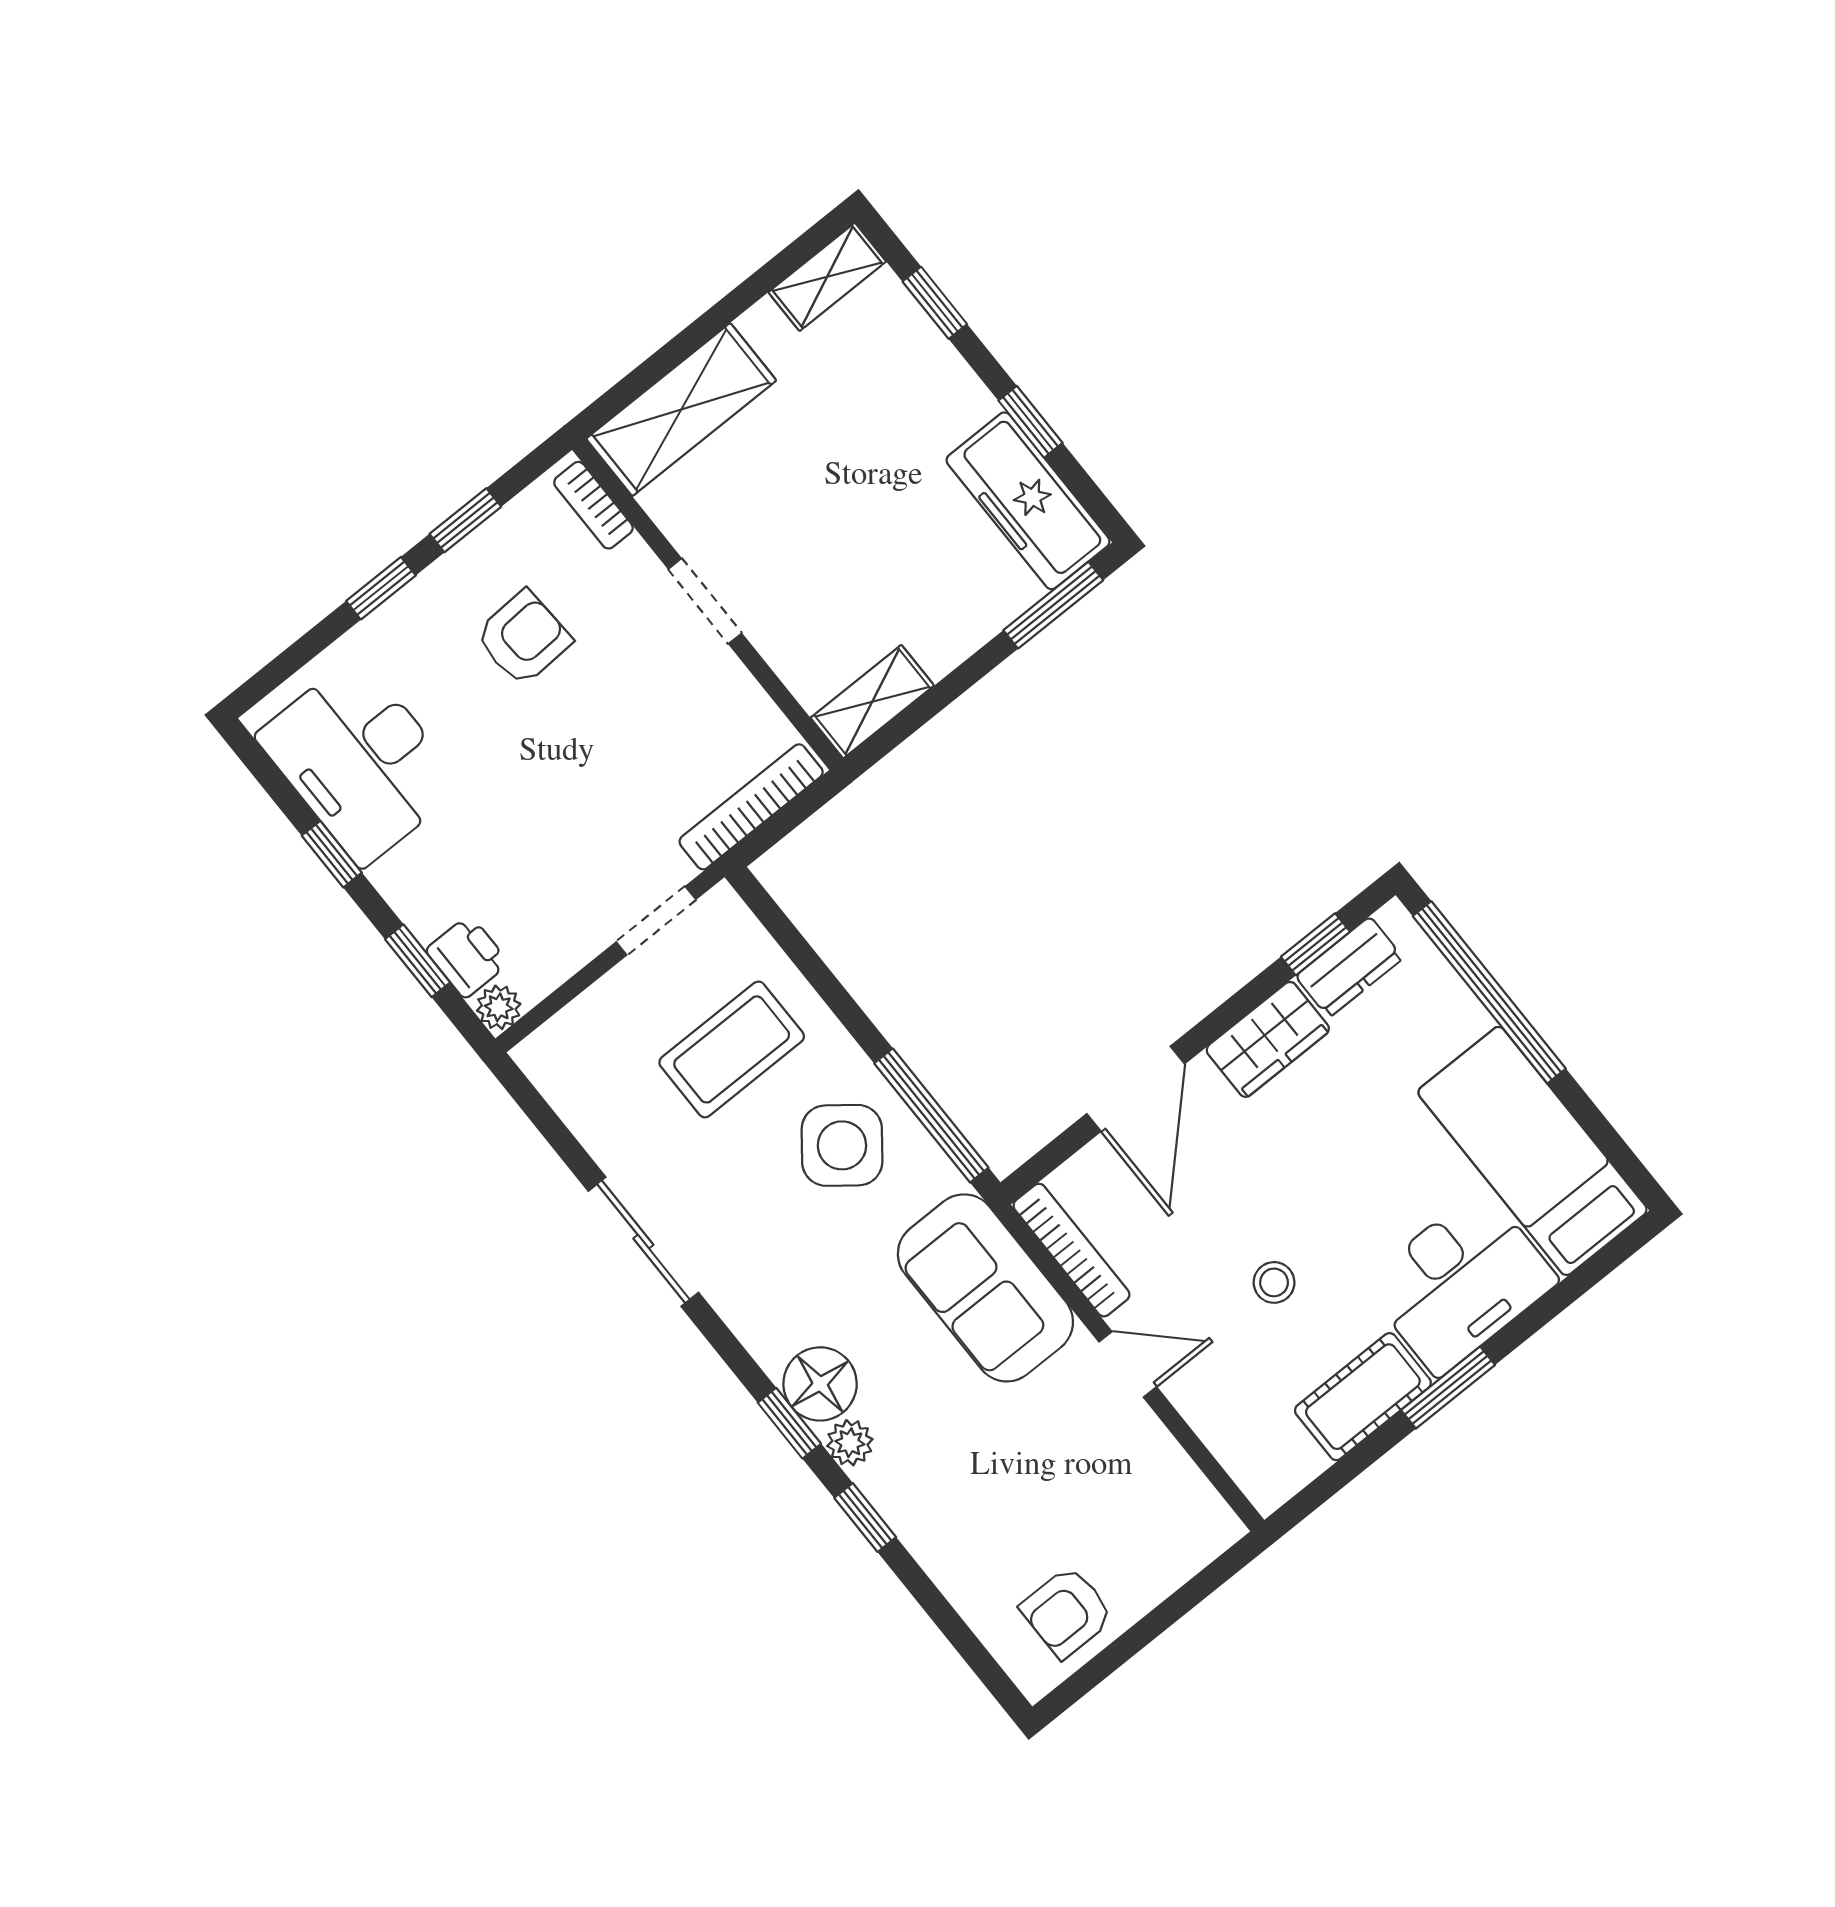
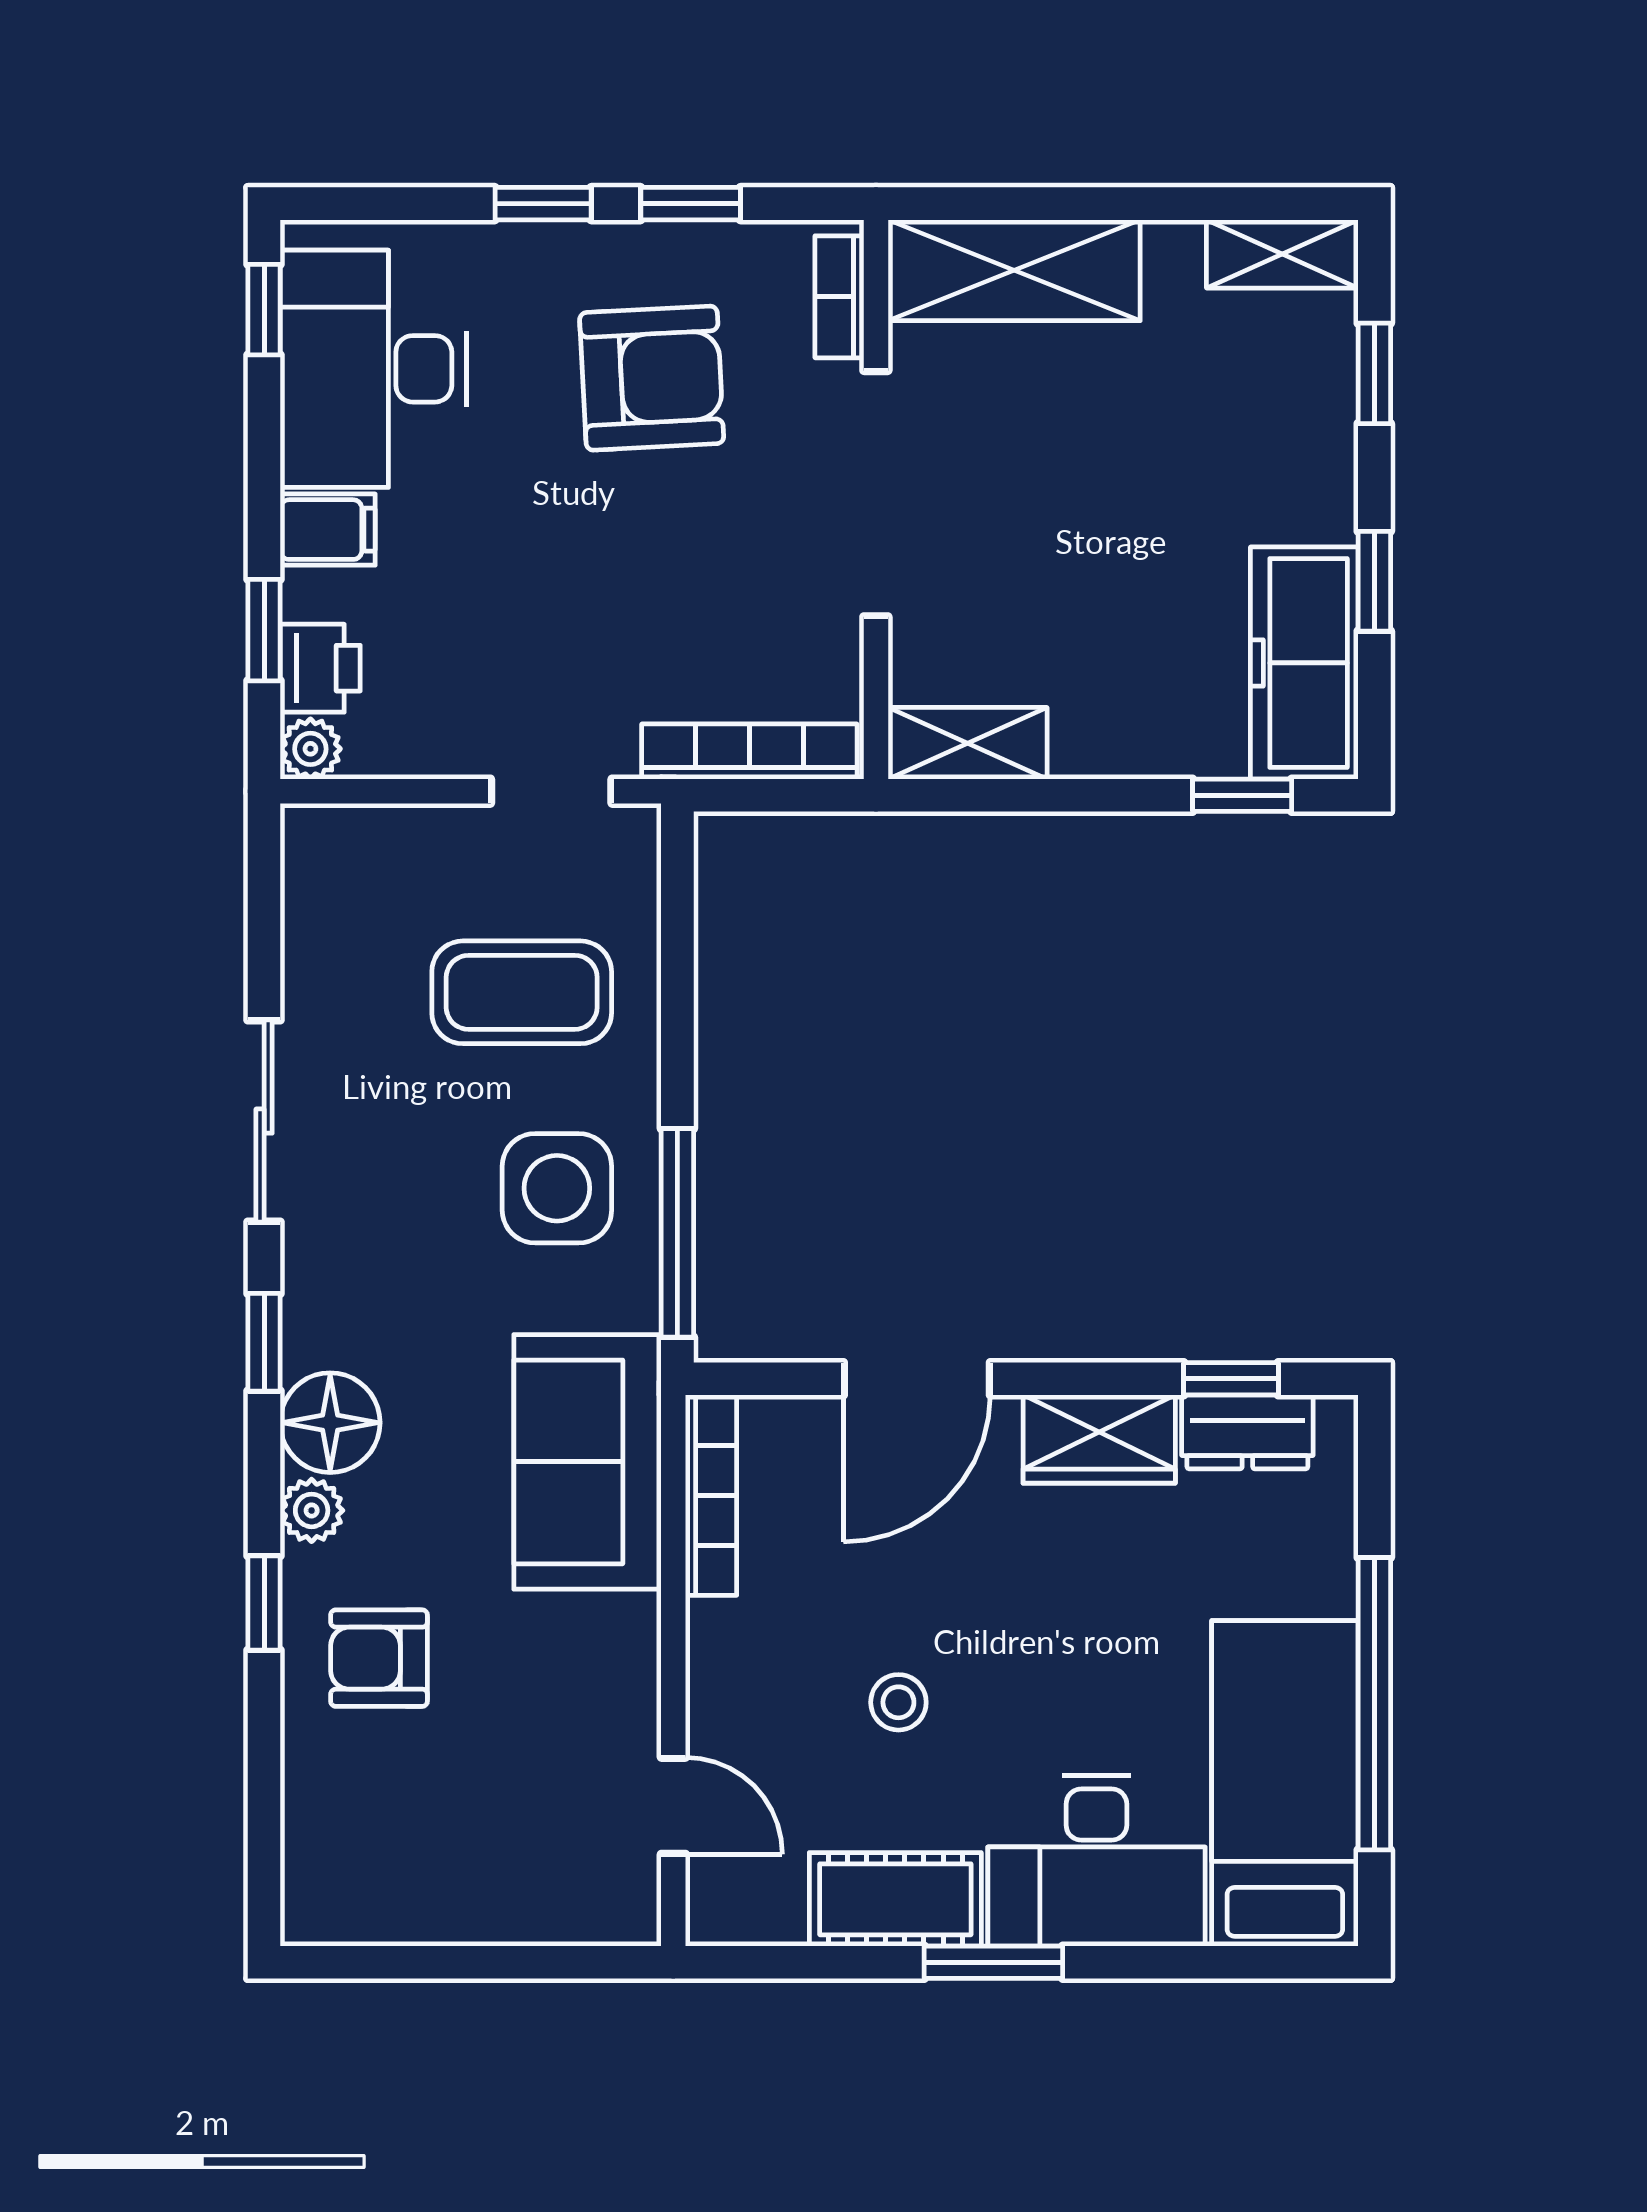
doorway: (705, 601) -> (876, 494), width x1.87
window: (1053, 605) -> (1242, 795), width x0.67
armchair: (523, 638) -> (652, 378), width x1.38, depth x1.38
window: (332, 854) -> (264, 310), moved
filing cabinet: (408, 874) -> (328, 530), added
window: (1489, 992) -> (1374, 1704), moved
side table: (842, 1145) -> (557, 1188), turned -38
door: (1128, 1364) -> (673, 1806), moved
window: (789, 1423) -> (264, 1342), moved
armchair: (1067, 1612) -> (379, 1658), moved

